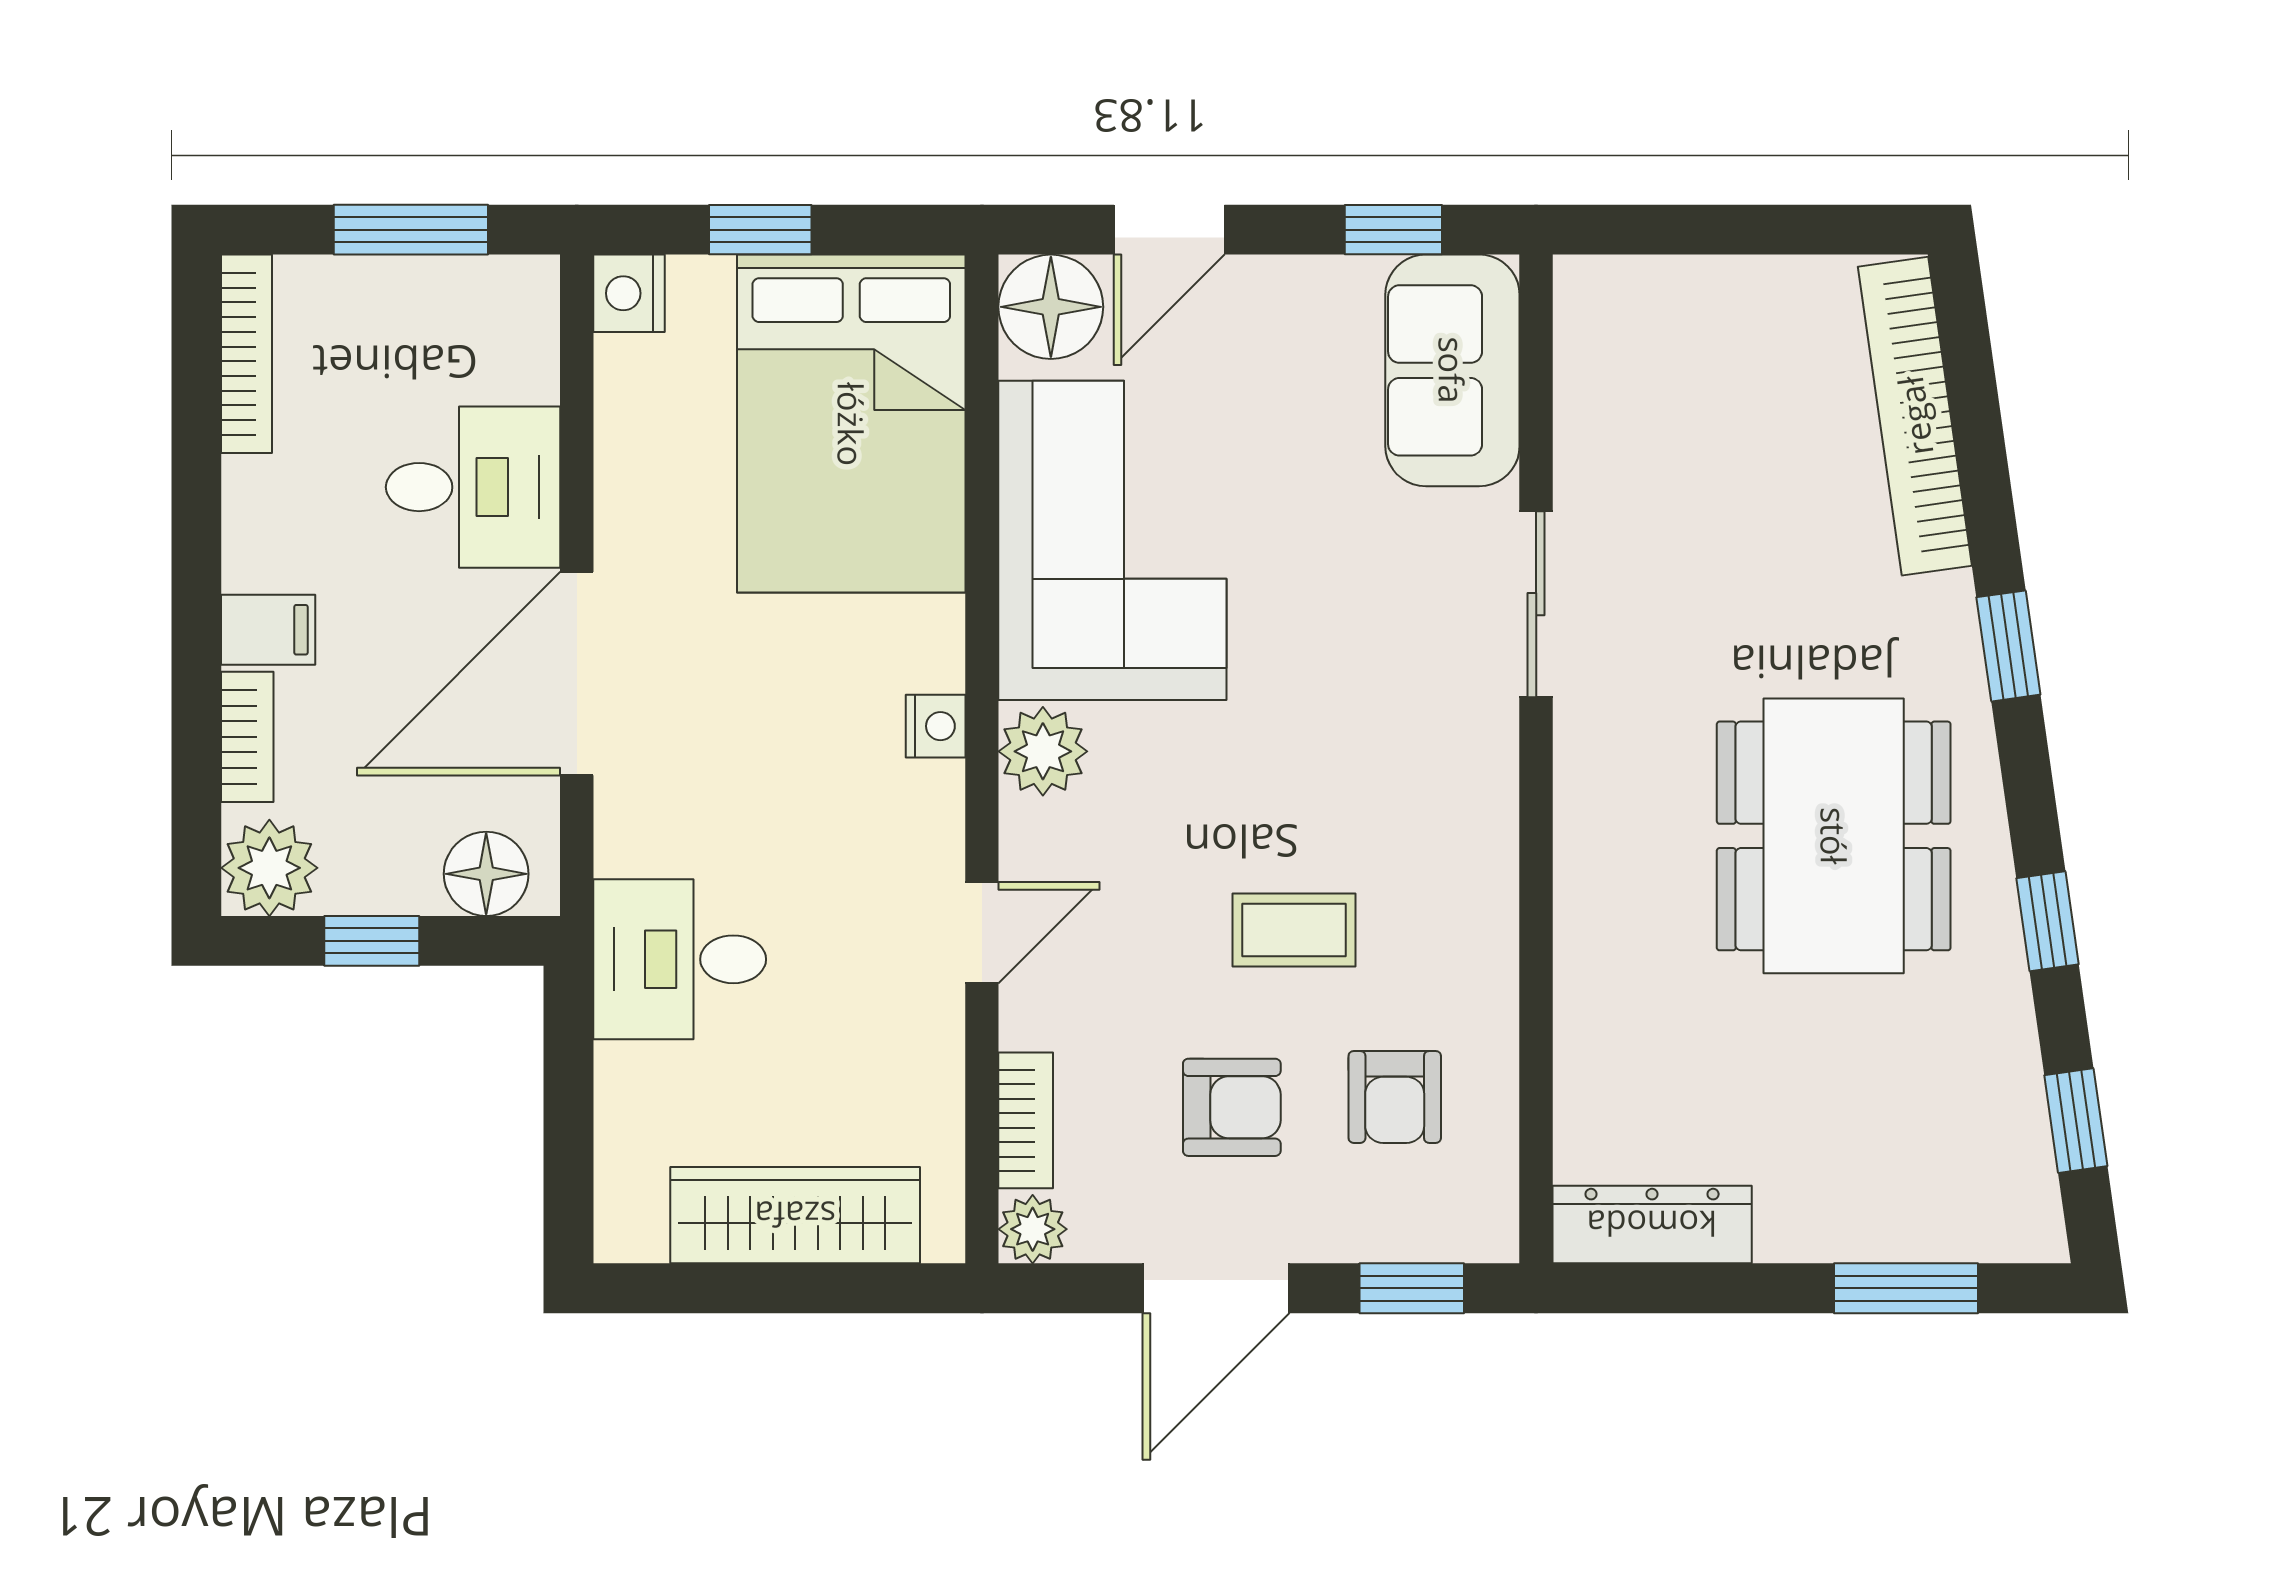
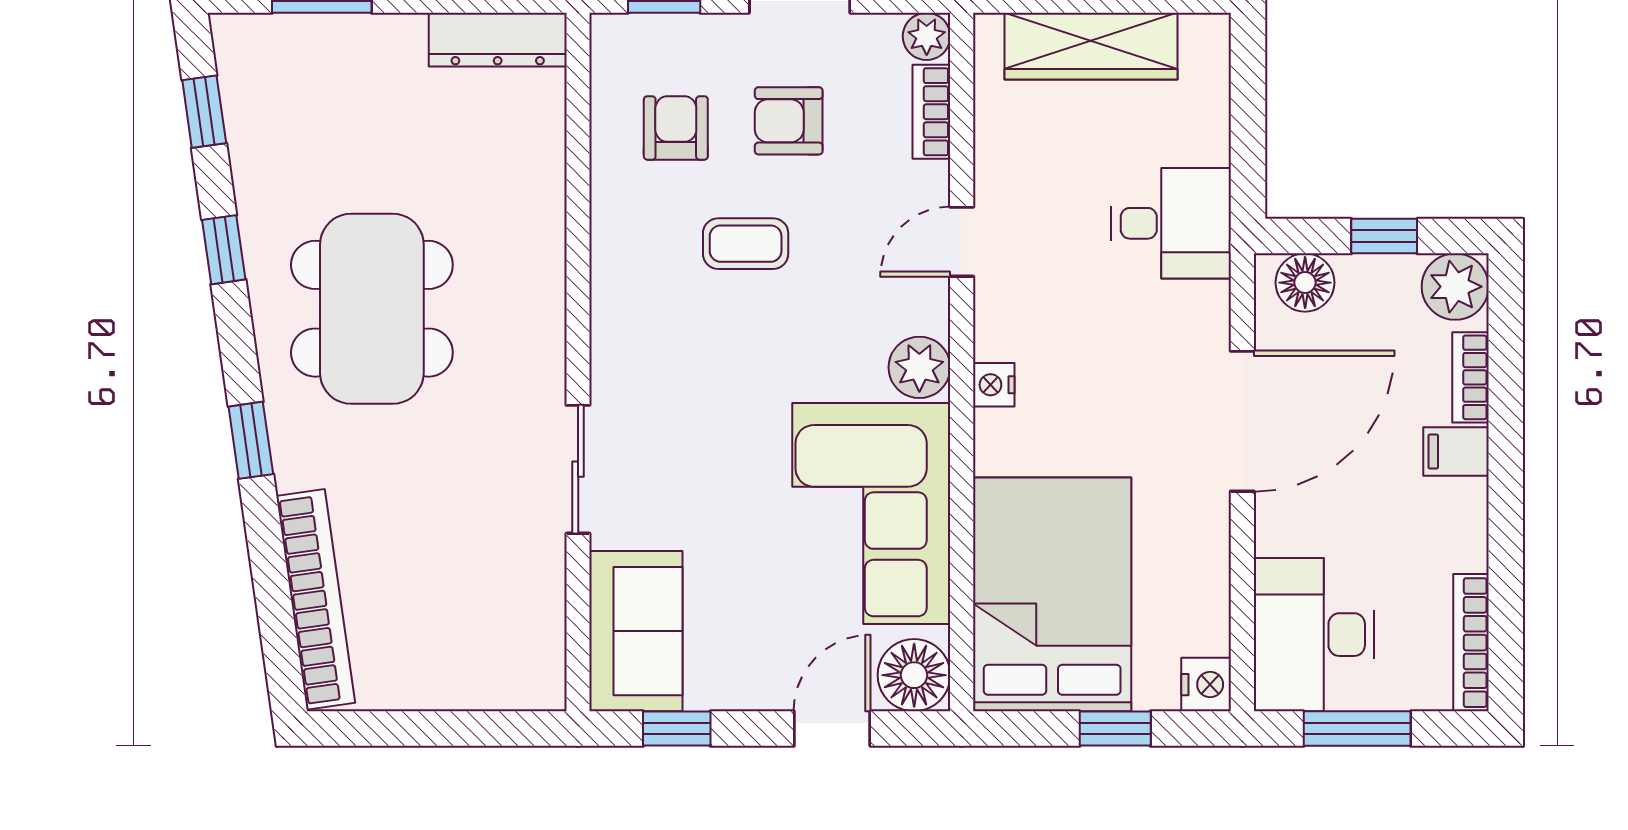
desk: (473, 487) -> (1314, 635), moved, width x1.37

